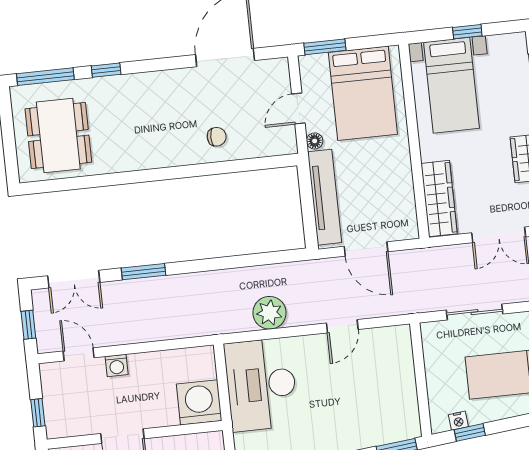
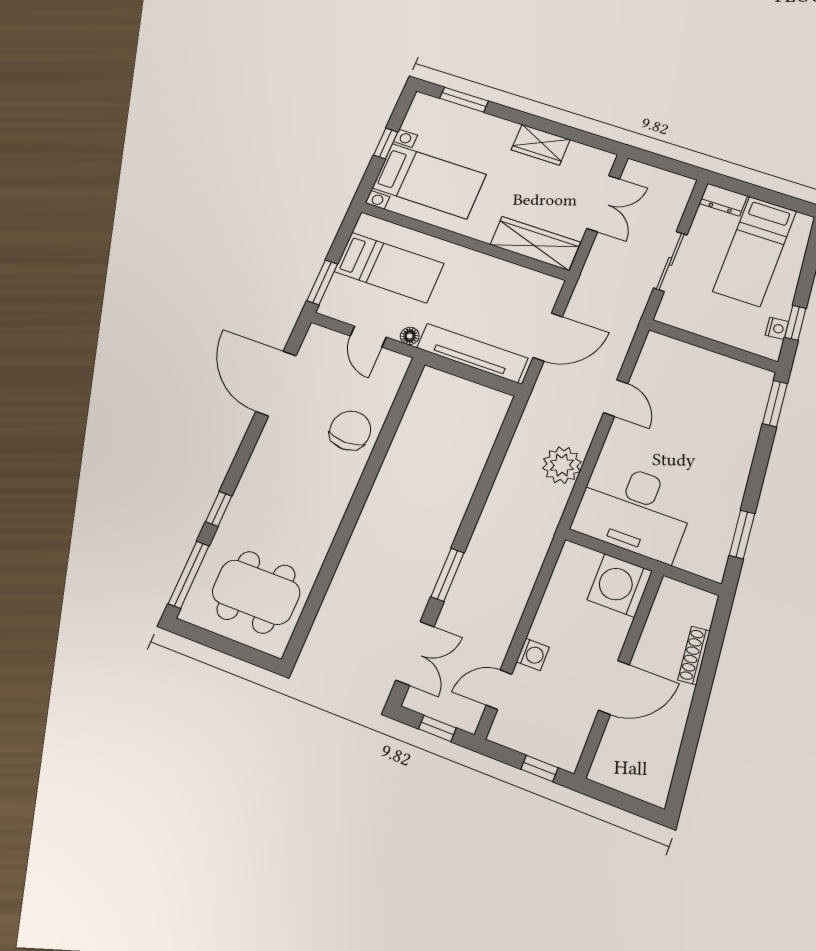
bed: (363, 93) -> (389, 268), width x0.67
chair: (217, 137) -> (350, 431), width x1.87, depth x1.87

